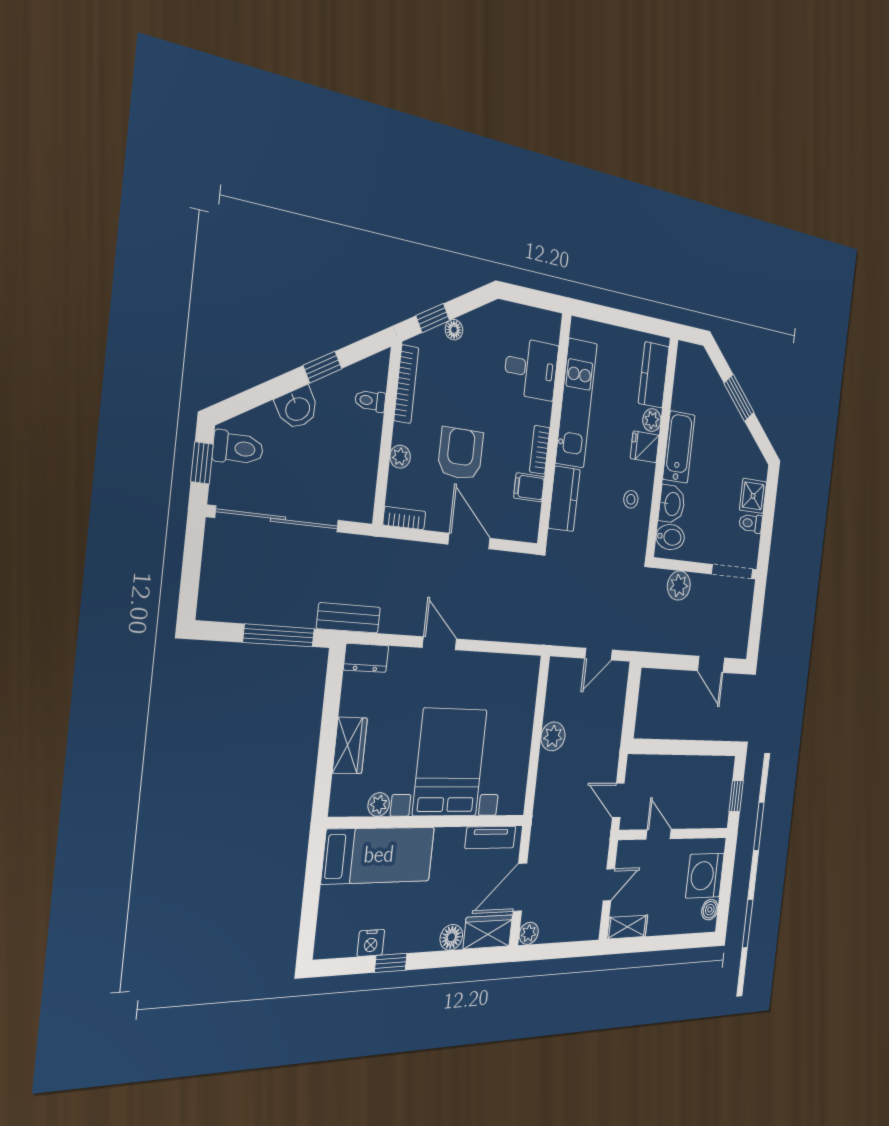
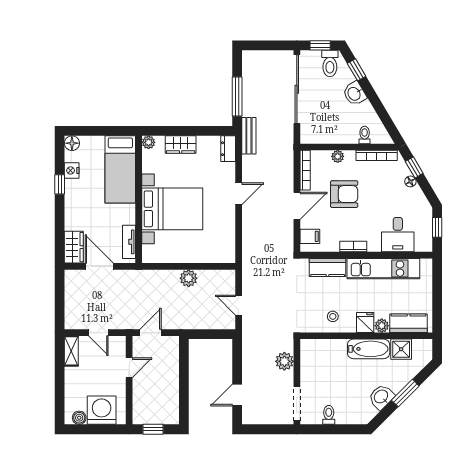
window: (528, 297) -> (437, 227), added
window: (323, 367) -> (357, 70), moved
filing cabinet: (529, 487) -> (310, 236), moved, turned 90
shower: (753, 496) -> (401, 349), moved
washbasin: (672, 504) -> (381, 397), moved, turned 135
bookcase: (404, 518) -> (305, 170), width x1.56
bidet: (670, 537) -> (313, 350), removed
plant: (379, 804) -> (149, 142), moved
plant: (529, 933) -> (71, 276), removed
floor lamp: (451, 937) -> (72, 143), moved

